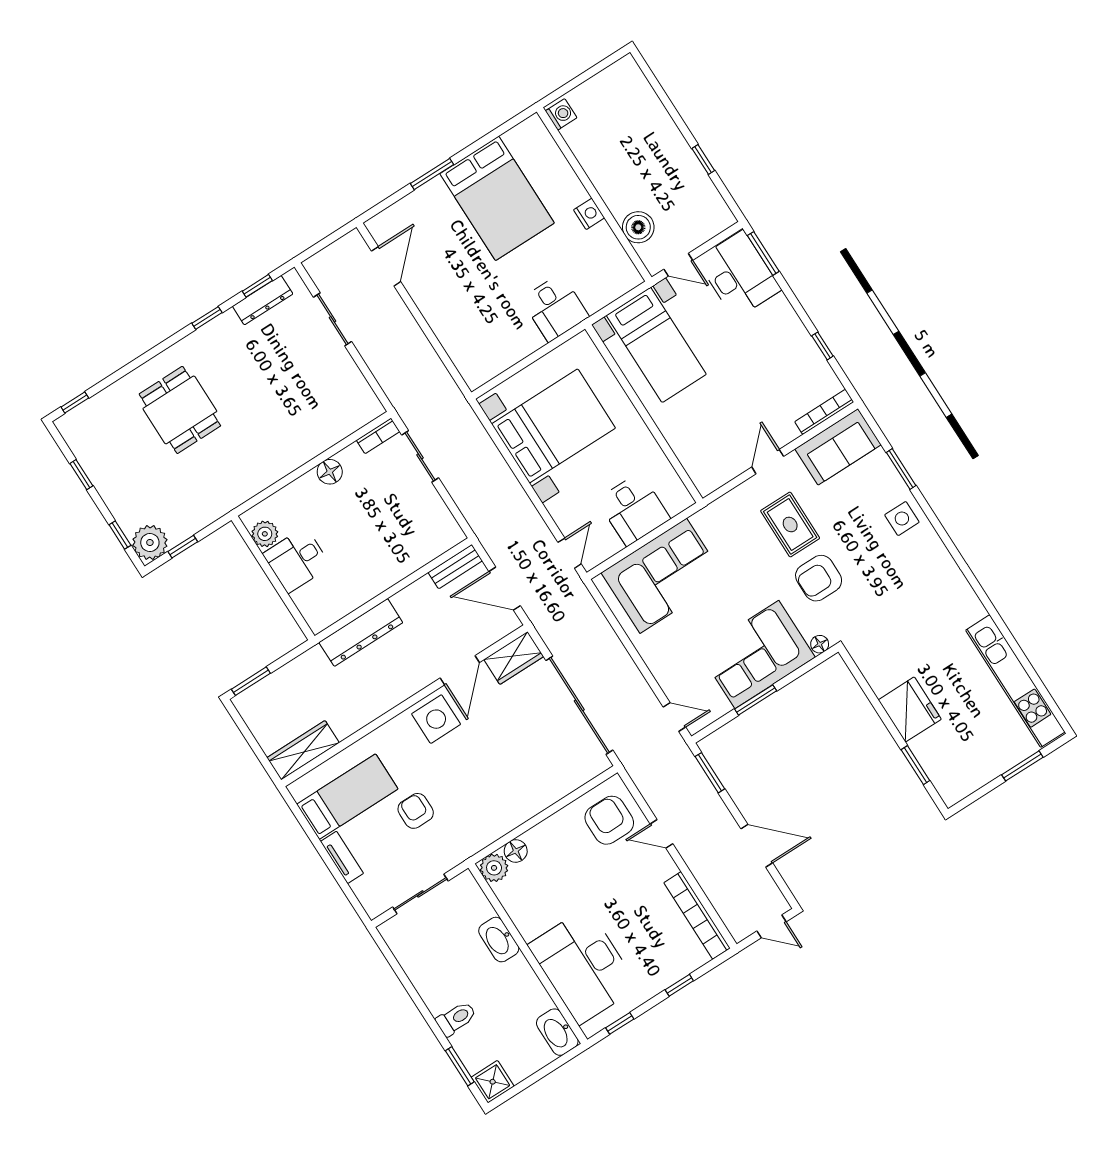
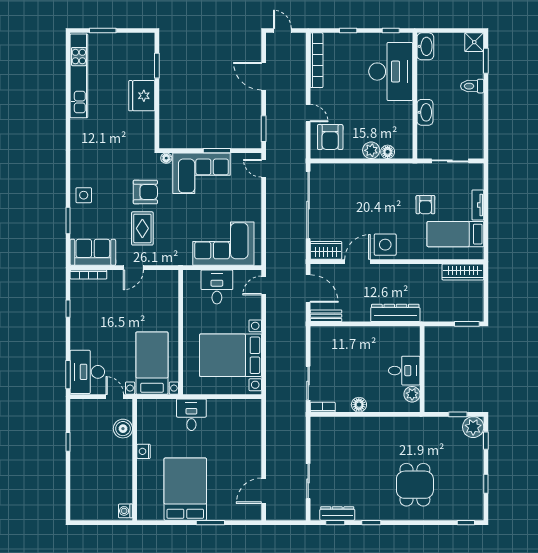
plant: (494, 868) -> (371, 150), moved

